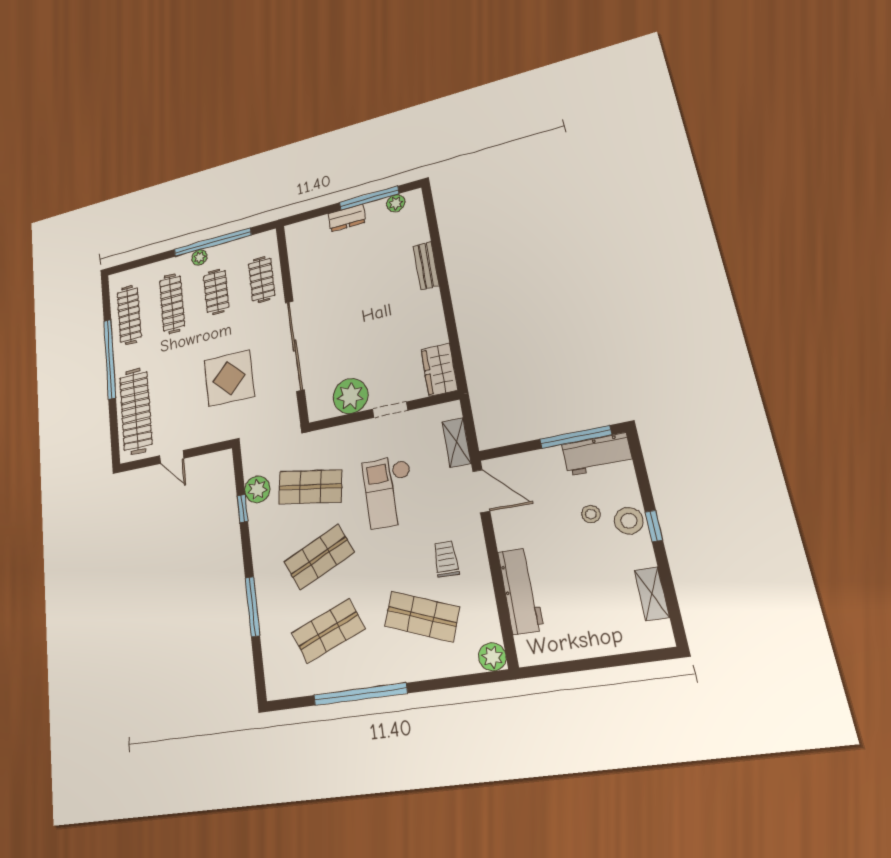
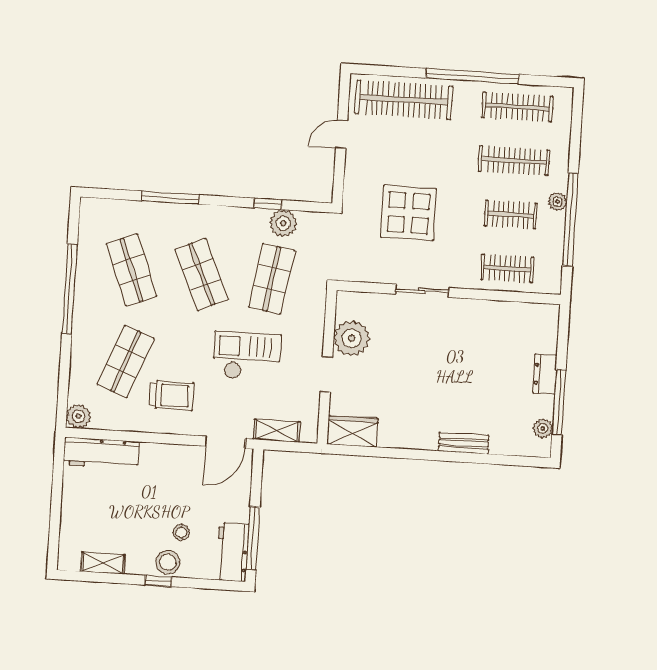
sliding door: (295, 346) -> (422, 291), width x0.54
trolley: (446, 559) -> (172, 395), width x1.36, depth x1.39
workbench: (521, 591) -> (101, 453), moved

